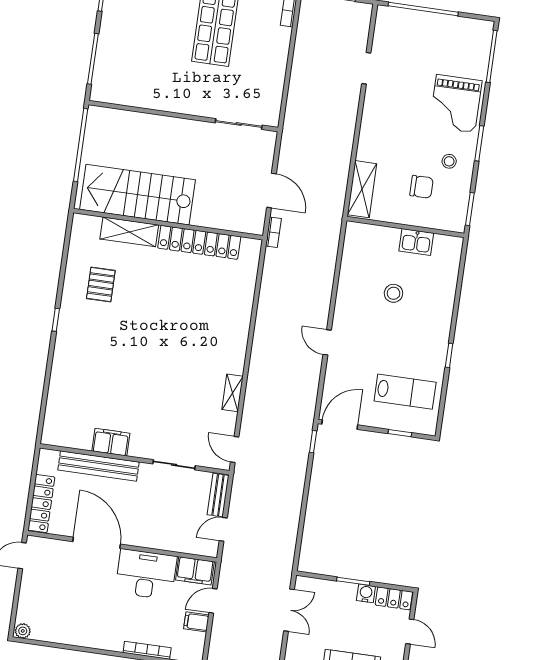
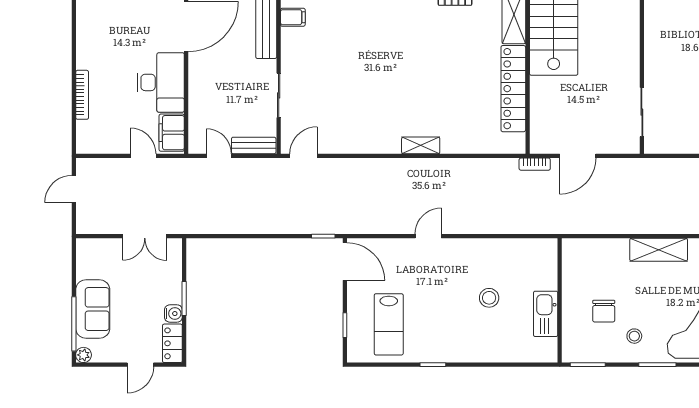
shelving: (362, 189) -> (659, 250), moved
kitchen sink: (416, 242) -> (546, 314), width x1.38
shelving: (232, 393) -> (421, 145), moved
filing cabinet: (111, 442) -> (293, 17), width x0.50
filing cabinet: (196, 622) -> (119, 142), removed

